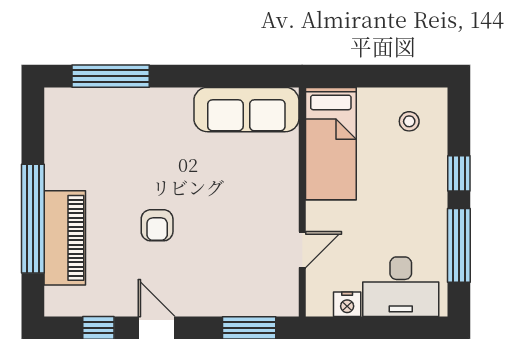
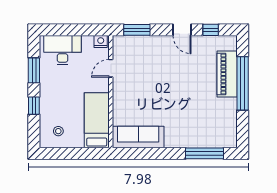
armchair: (157, 225) -> (182, 80), removed
window: (459, 245) -> (34, 70), width x0.69
nightstand: (347, 304) -> (101, 41), moved

